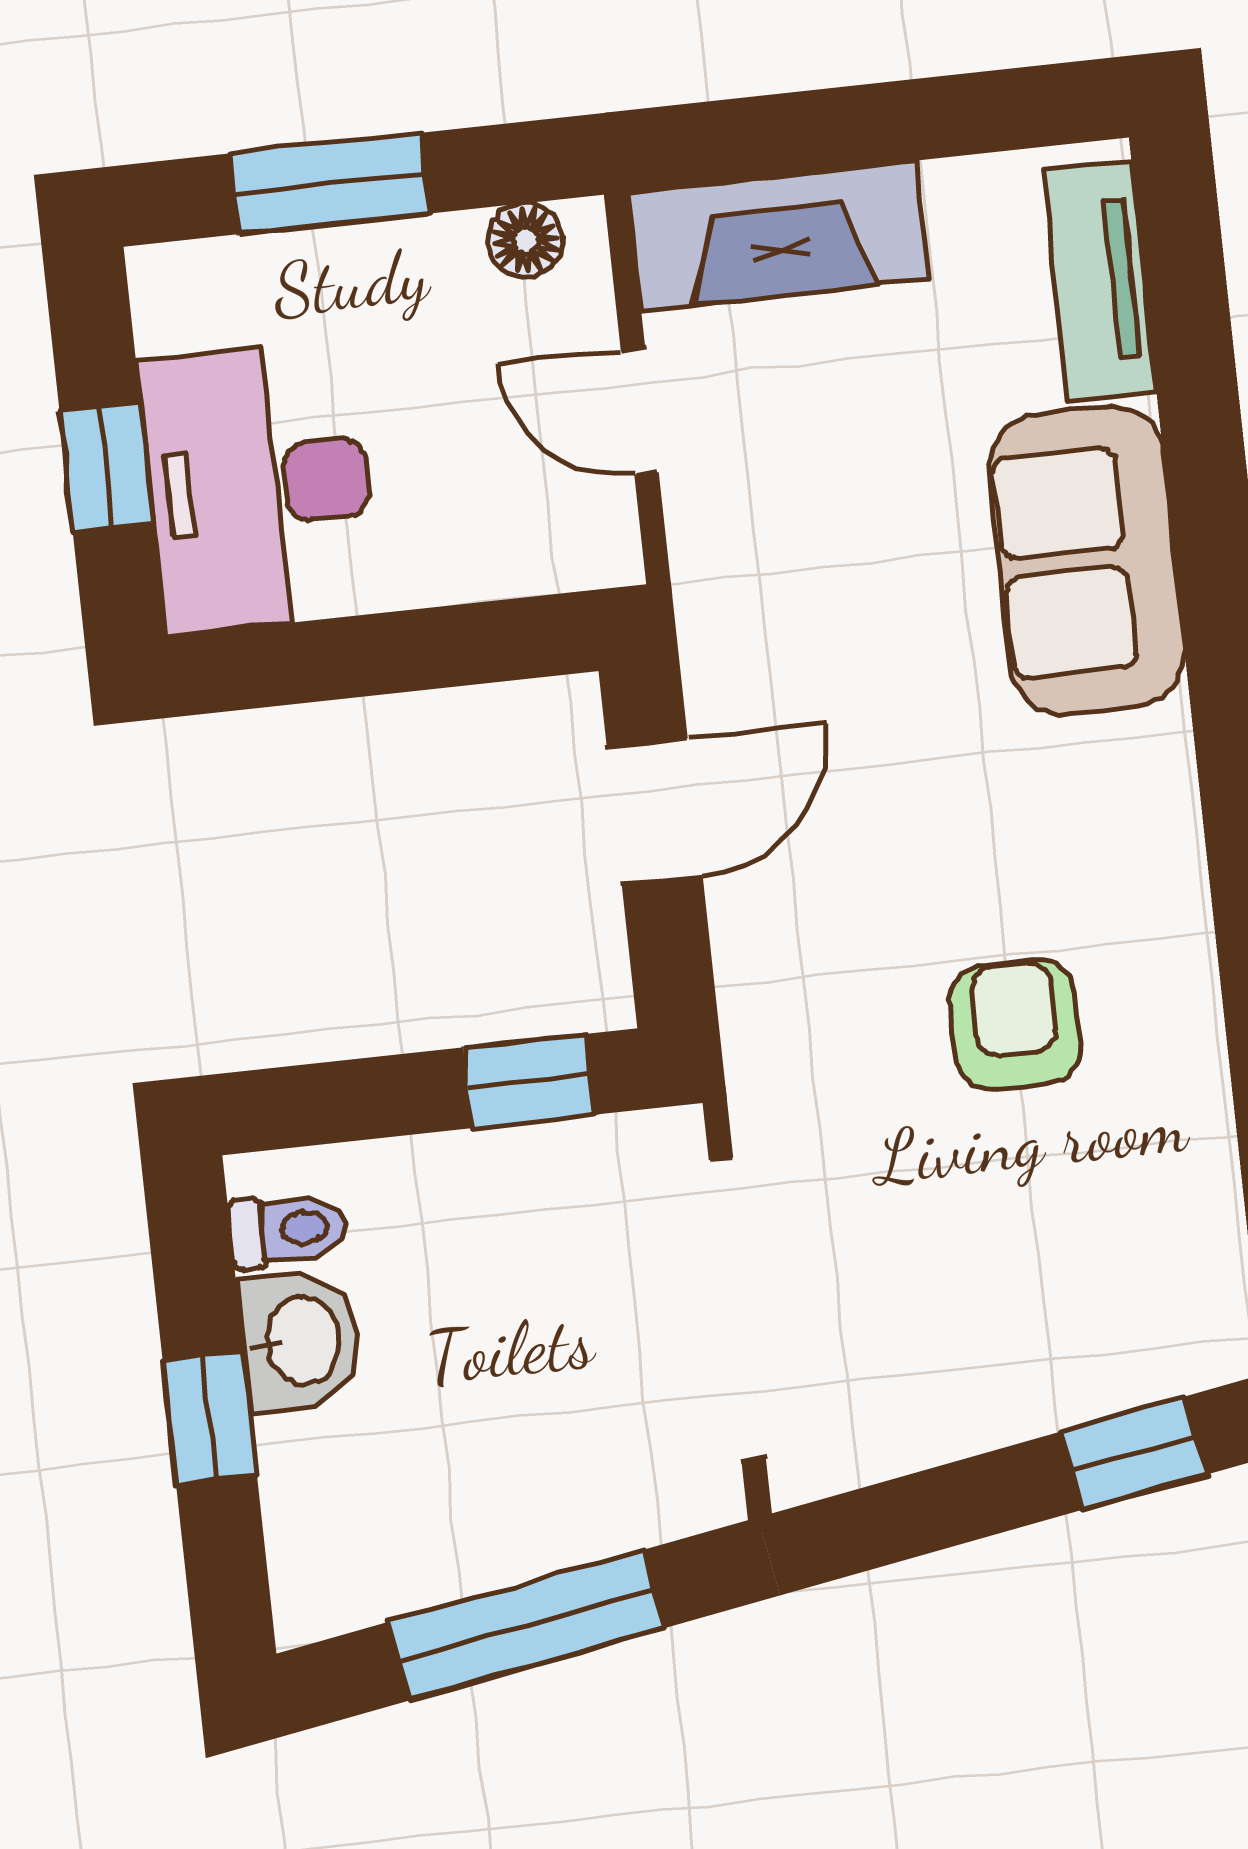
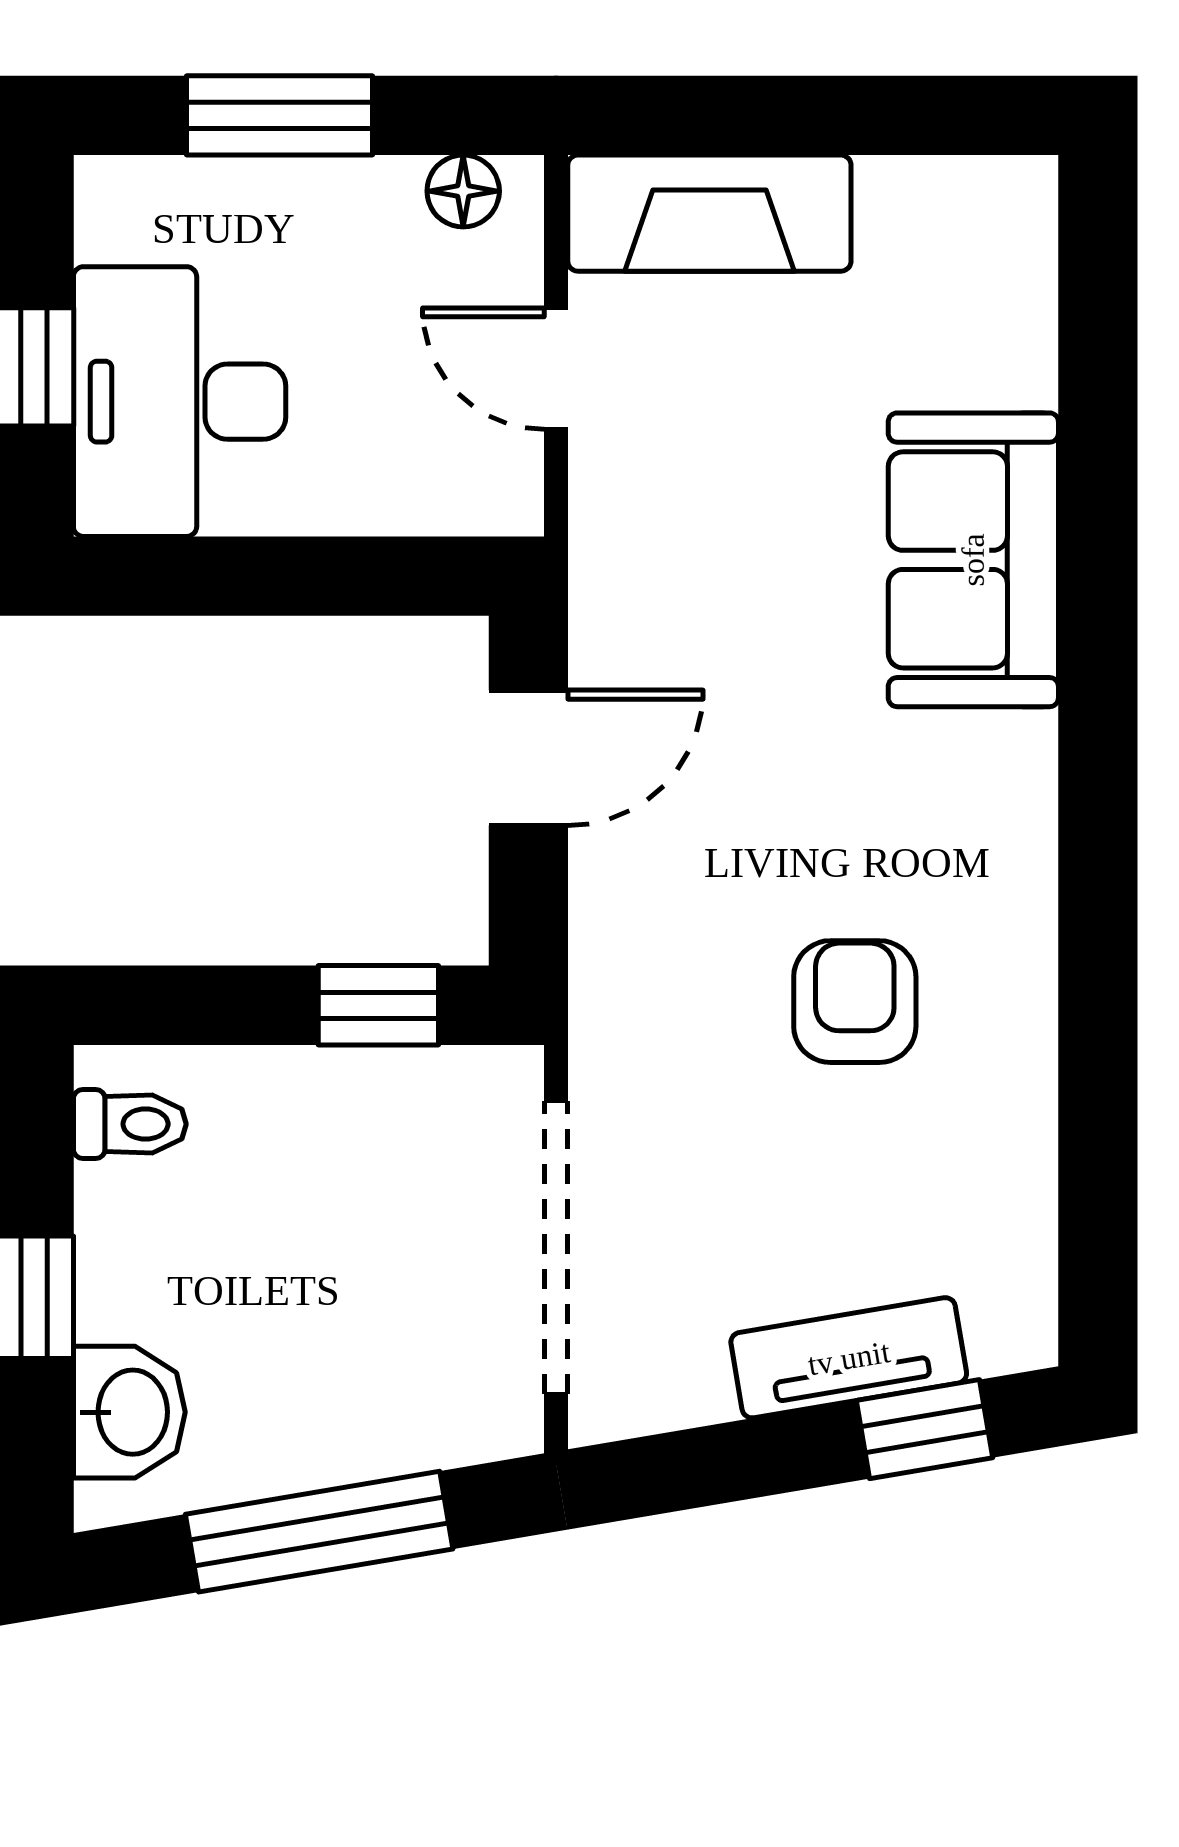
tv unit: (1100, 282) -> (849, 1358), moved, turned 80
washbasin: (300, 1341) -> (129, 1412), moved

